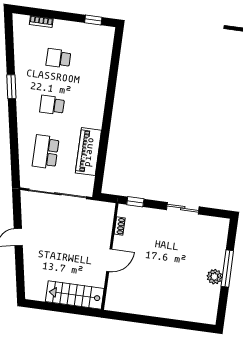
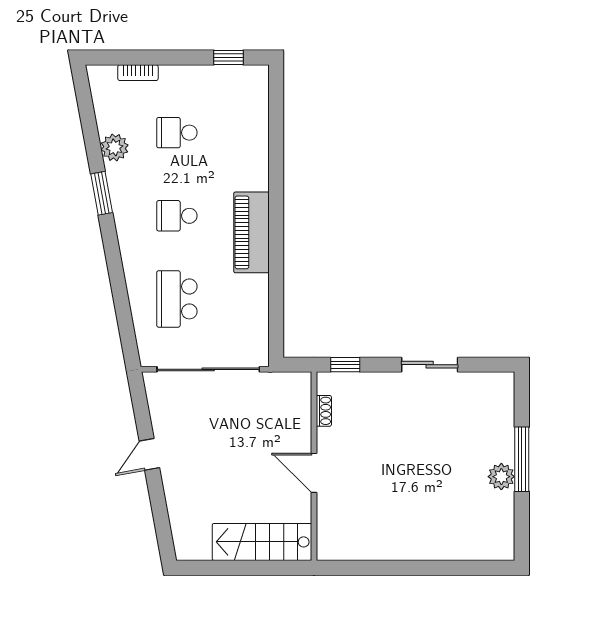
plant: (22, 62) -> (114, 147), added
piano: (88, 152) -> (251, 232), moved
door: (109, 260) -> (314, 473), swing flipped

